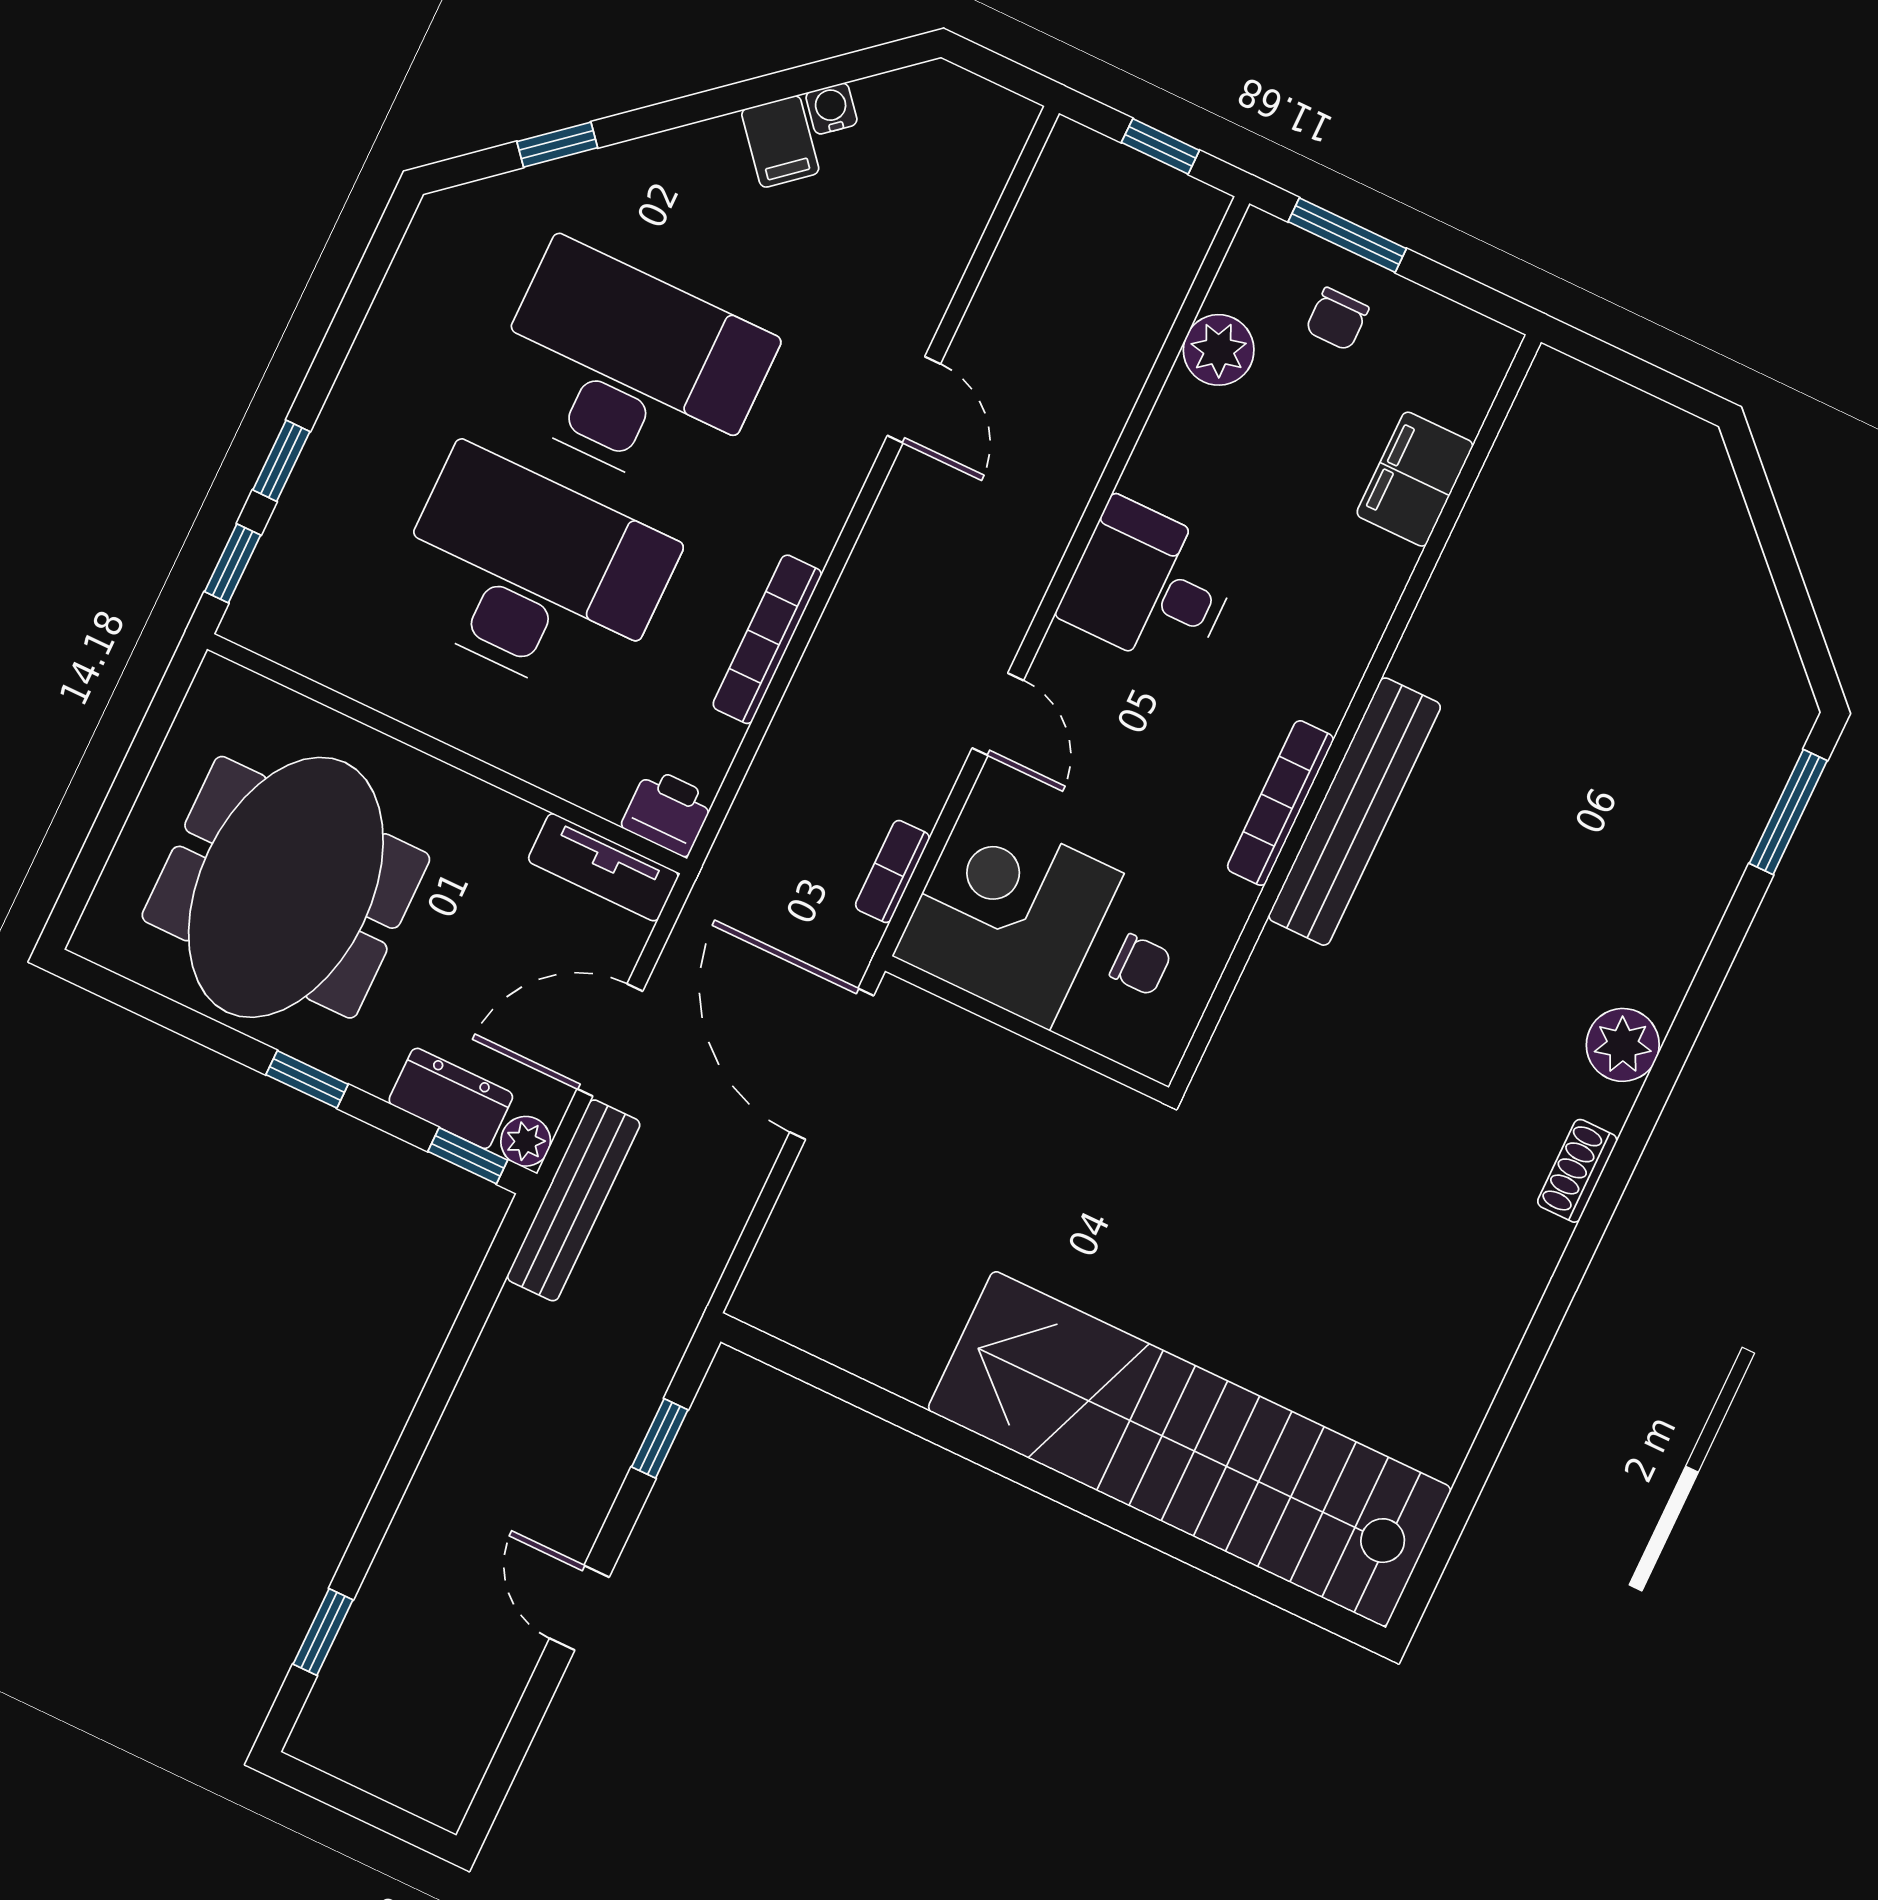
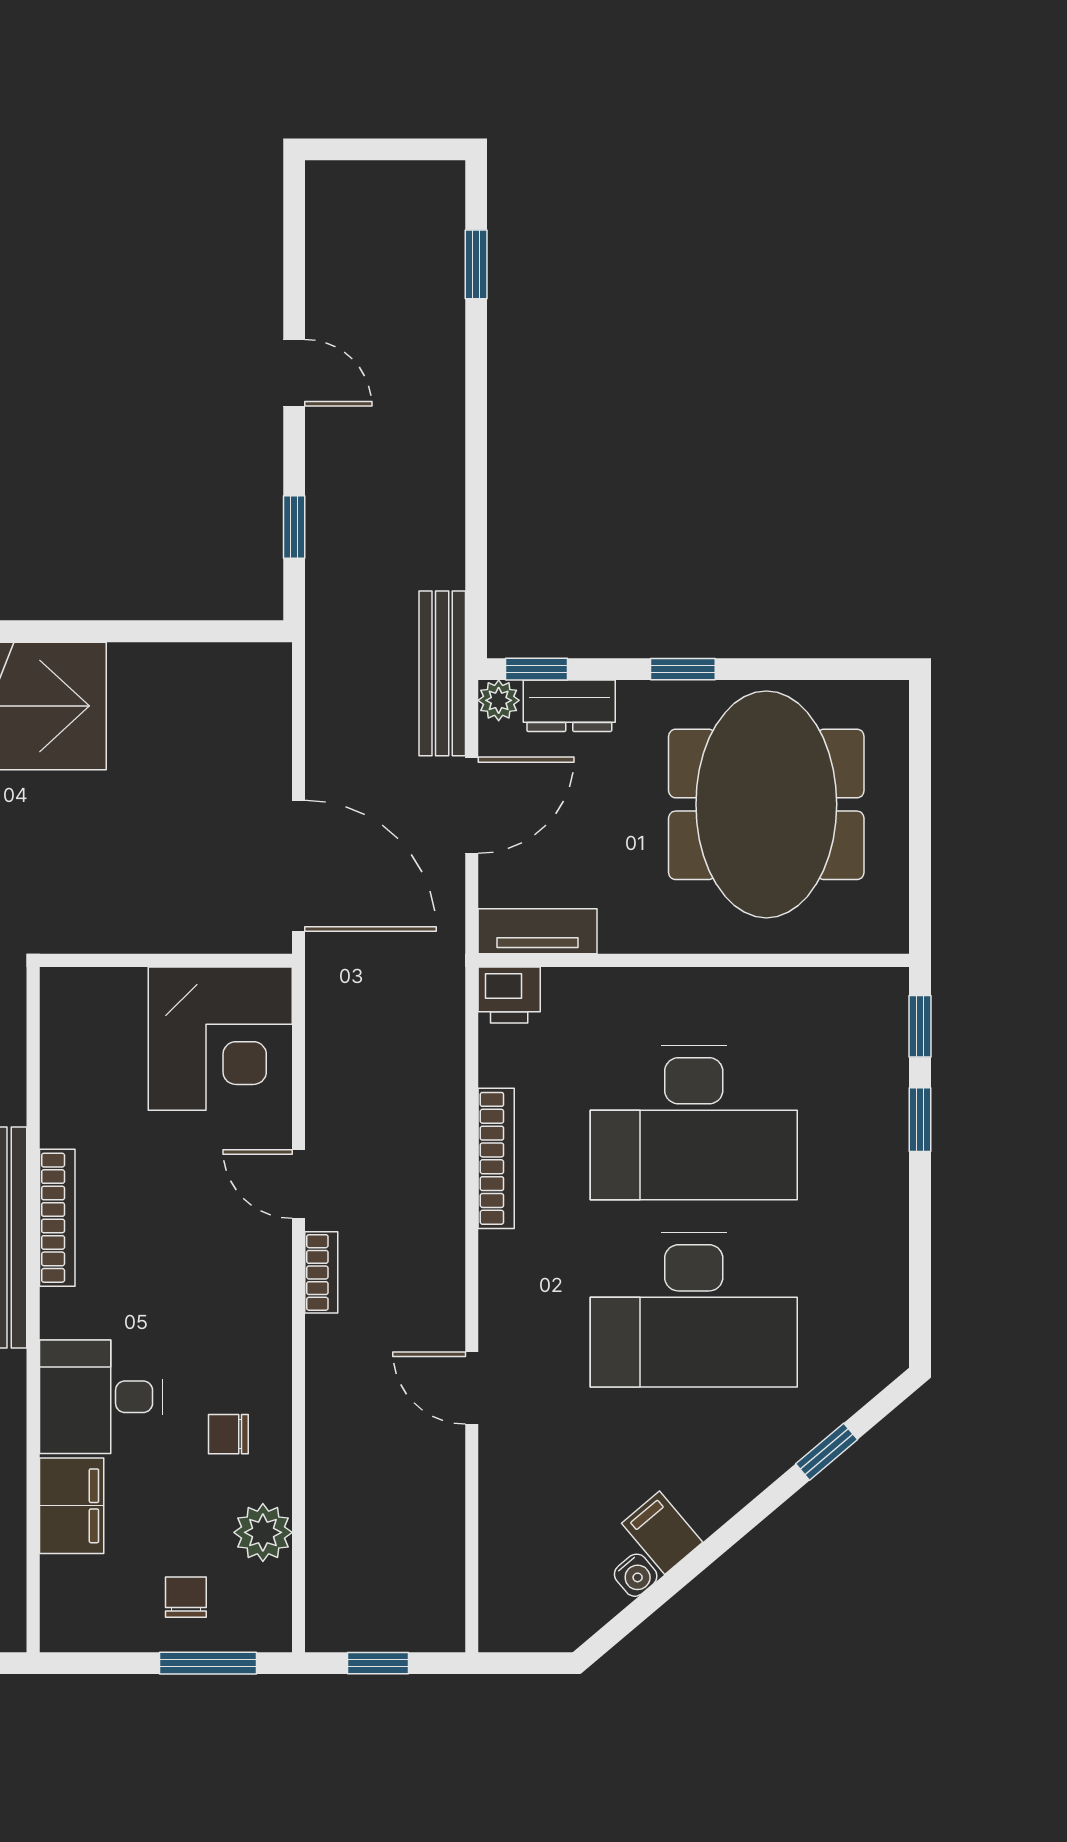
desk: (1150, 586) -> (101, 1397), moved, turned 180
bookcase: (892, 871) -> (321, 1272), moved
chair: (1140, 965) -> (228, 1434), moved

